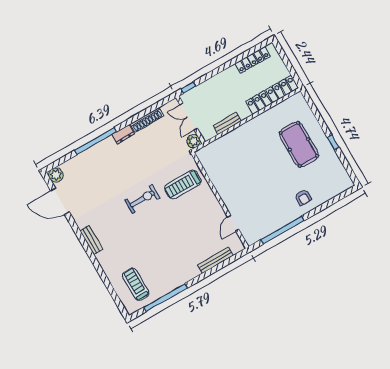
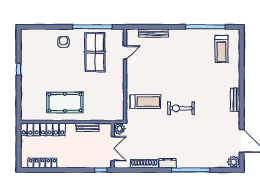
pool table: (299, 144) -> (65, 102), moved, turned 90
table tennis table: (265, 206) -> (95, 52), added

